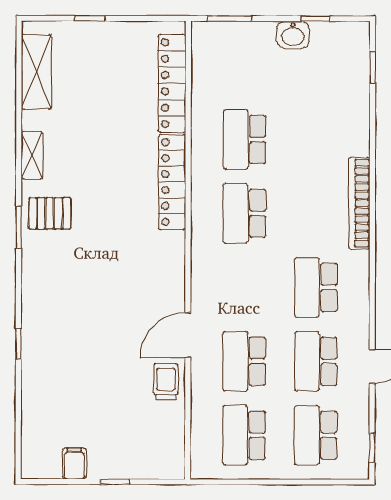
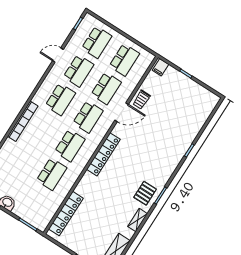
locker: (172, 182) -> (103, 154), moved
pallet: (50, 213) -> (145, 193), turned 90
school desk: (244, 287) -> (88, 117), added
filing cabinet: (74, 464) -> (161, 67), moved

